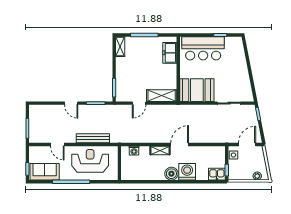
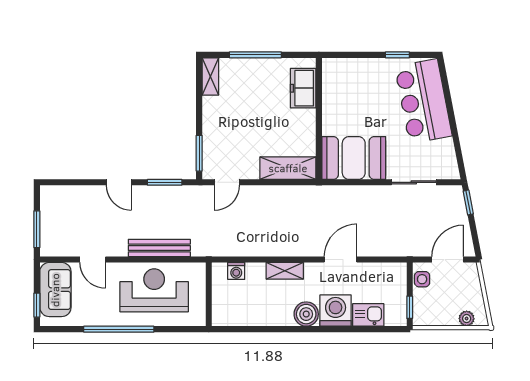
bar counter: (203, 48) -> (423, 101), moved, turned 79
door: (139, 103) -> (227, 182), moved
door: (180, 145) -> (341, 260), moved
sofa: (45, 172) -> (55, 290), moved, turned 90
kitchen sink: (217, 174) -> (368, 315), moved

